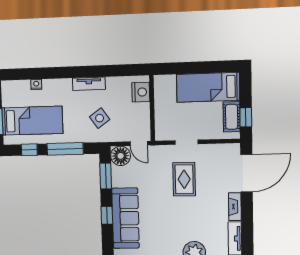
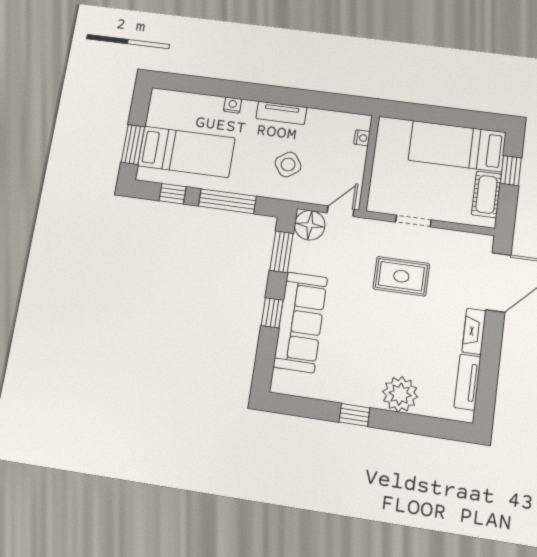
nightstand: (36, 85) -> (233, 105), moved
nightstand: (141, 92) -> (362, 138), width x0.53, depth x0.56
window: (246, 117) -> (511, 171), moved
door: (139, 143) -> (341, 211), swing flipped
rug: (184, 179) -> (401, 276), turned 90

